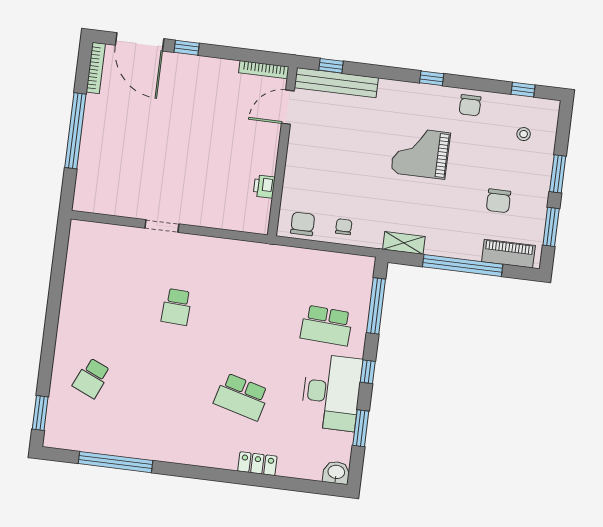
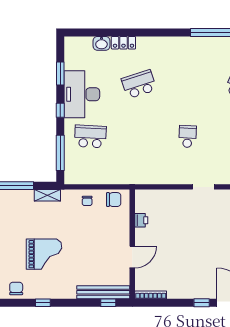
door: (288, 107) -> (132, 257), moved
chair: (303, 224) -> (114, 200), turned -90
school desk: (242, 397) -> (139, 84), turned -33
washbasin: (336, 473) -> (101, 43), moved

